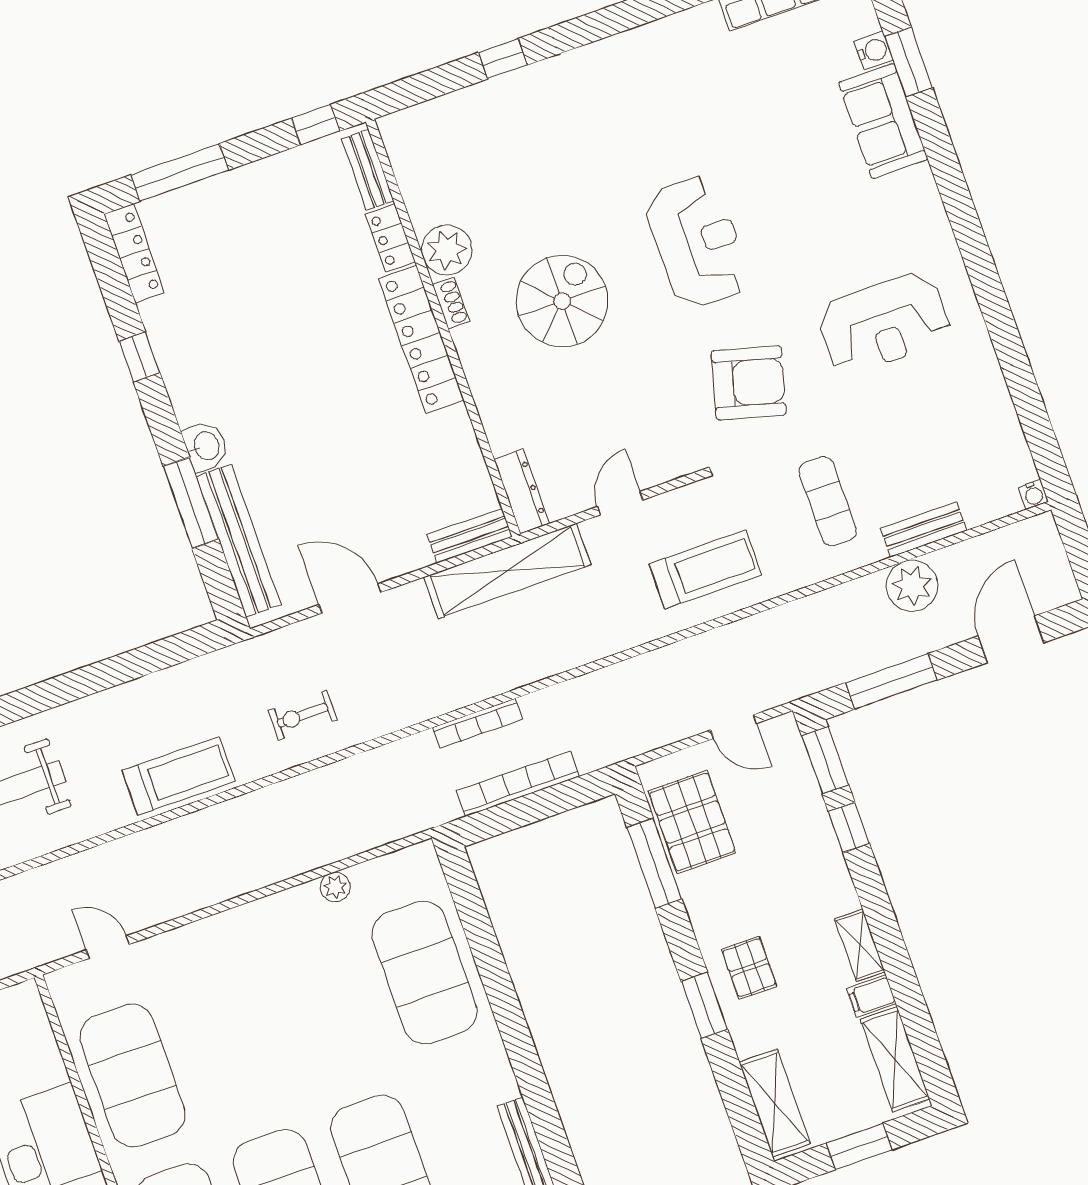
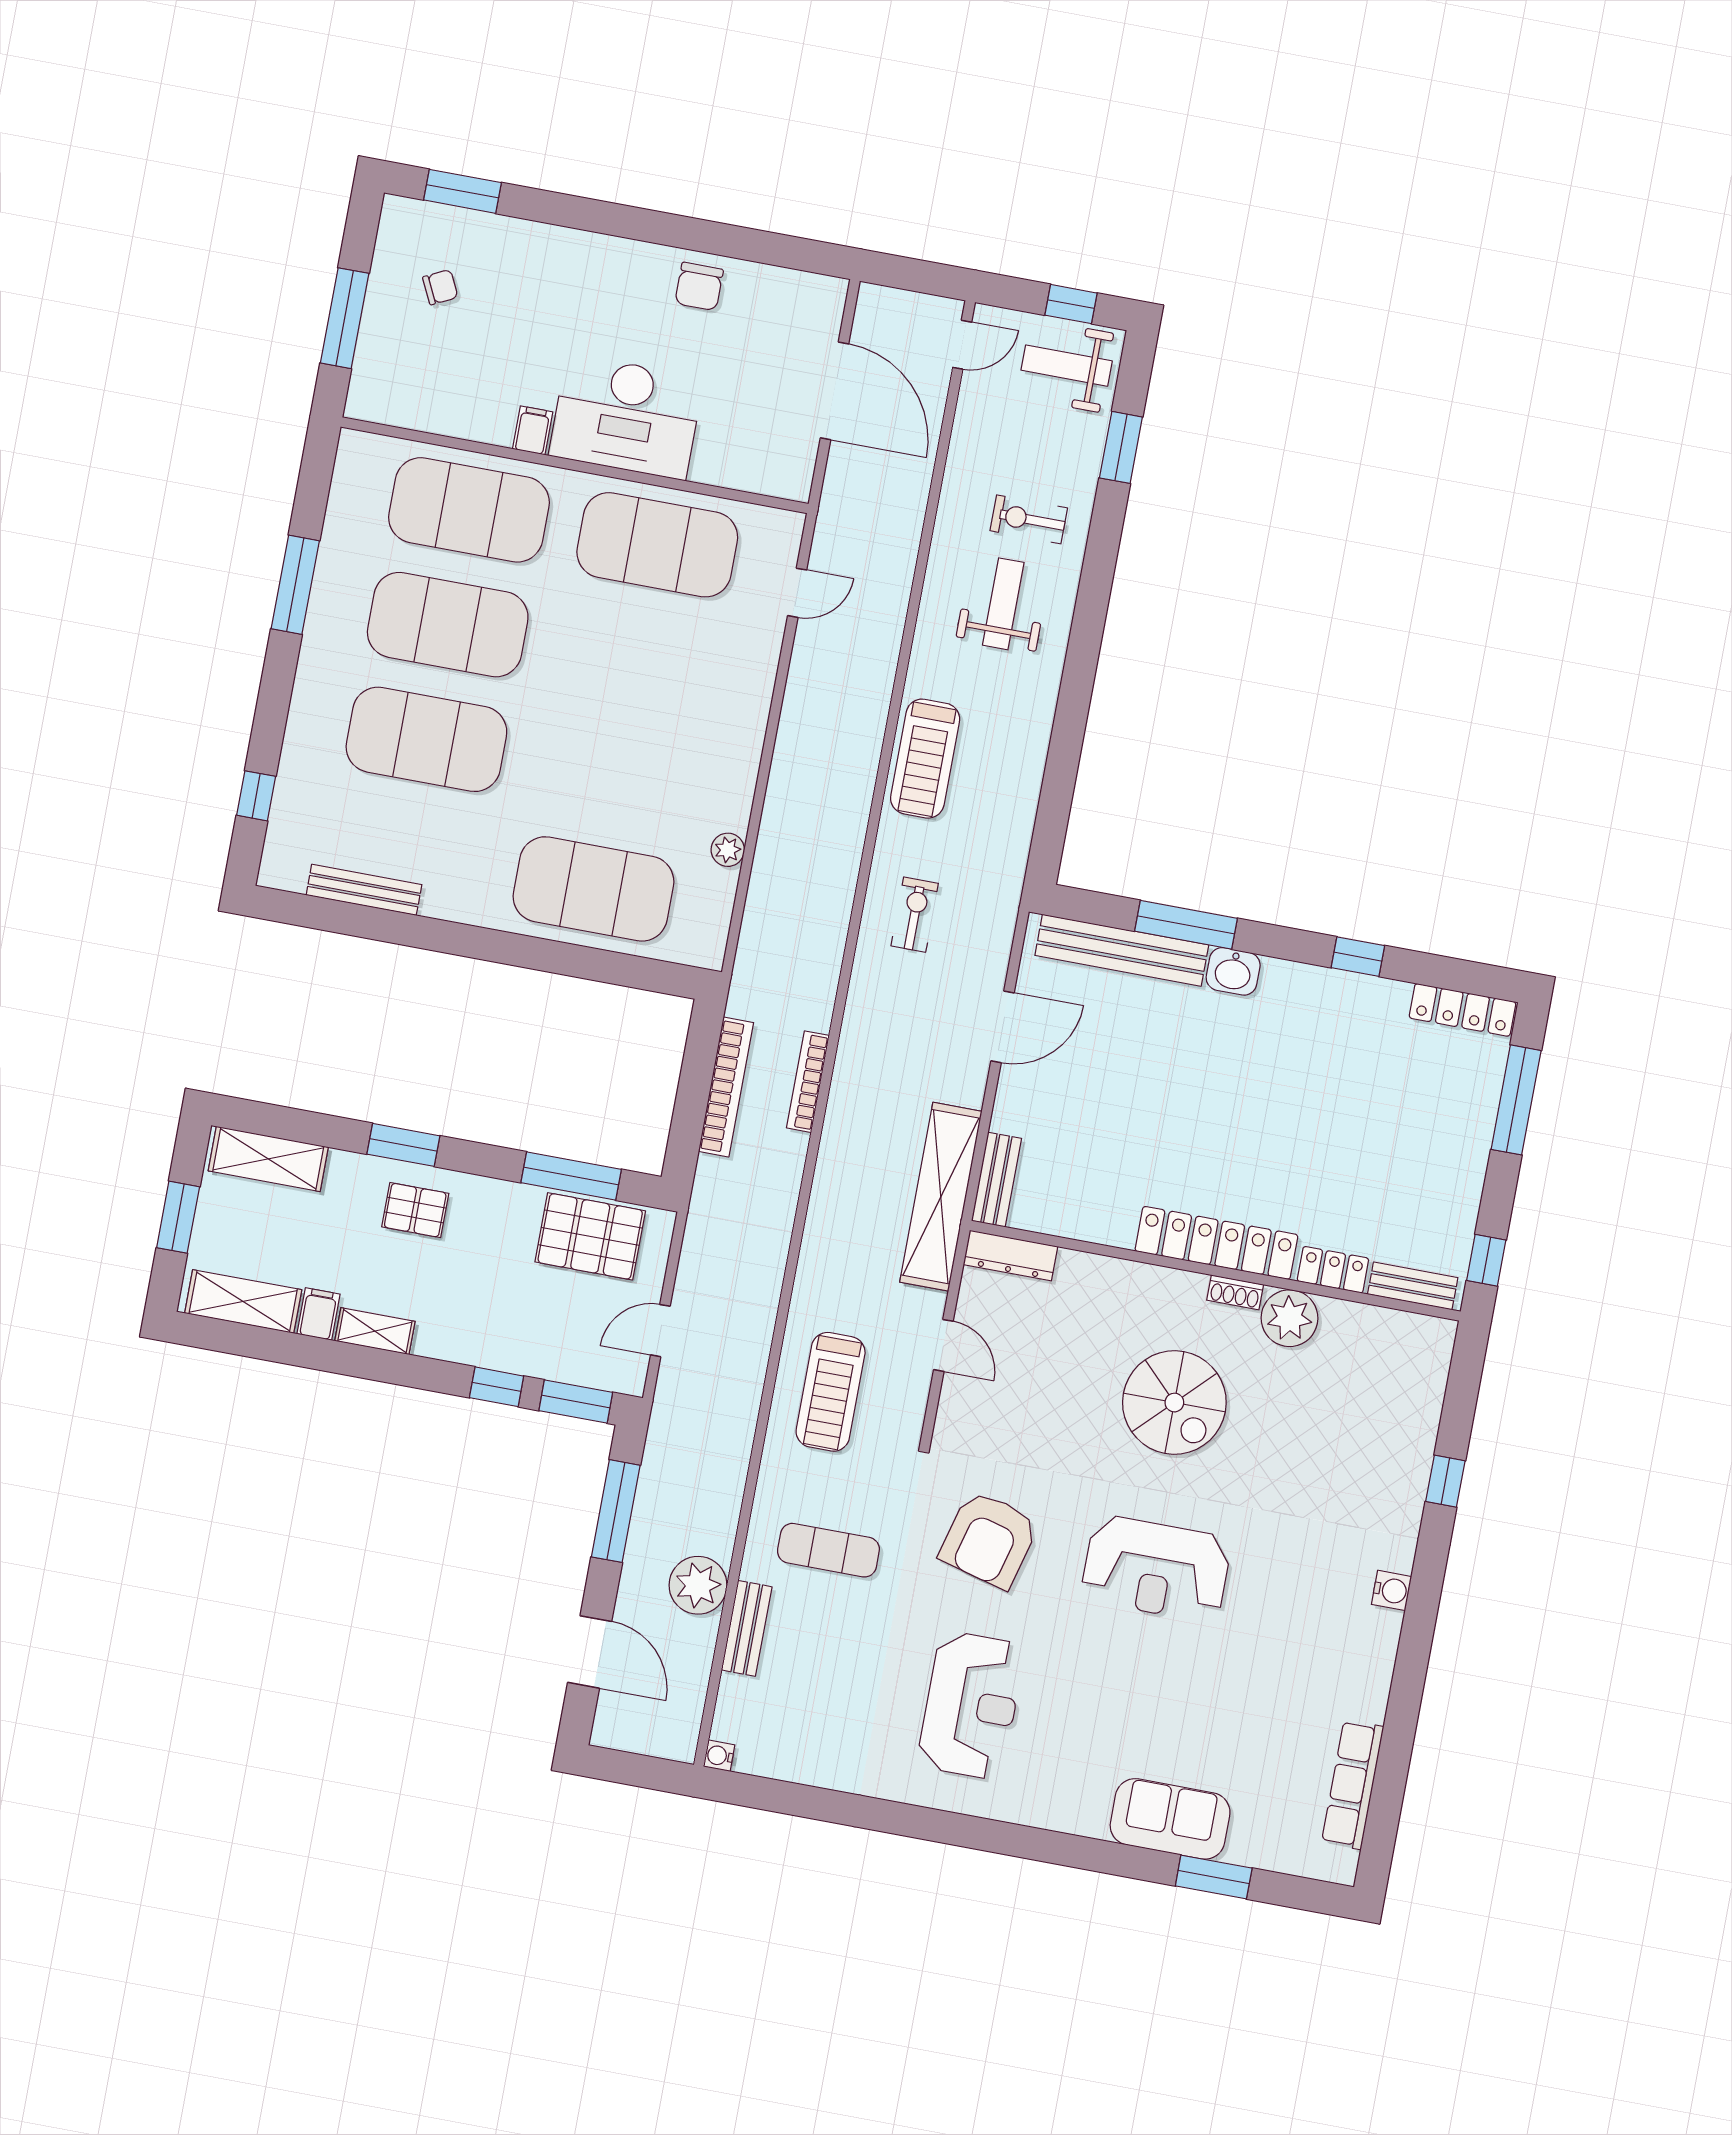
water cooler: (873, 51) -> (1392, 1590), moved, turned -90
reception desk: (884, 324) -> (971, 1705), turned 180

